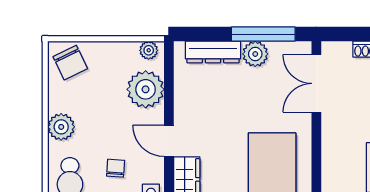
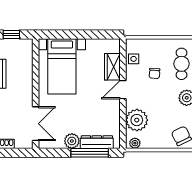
window: (263, 34) -> (90, 153), moved
door: (169, 141) -> (123, 90), swing flipped

